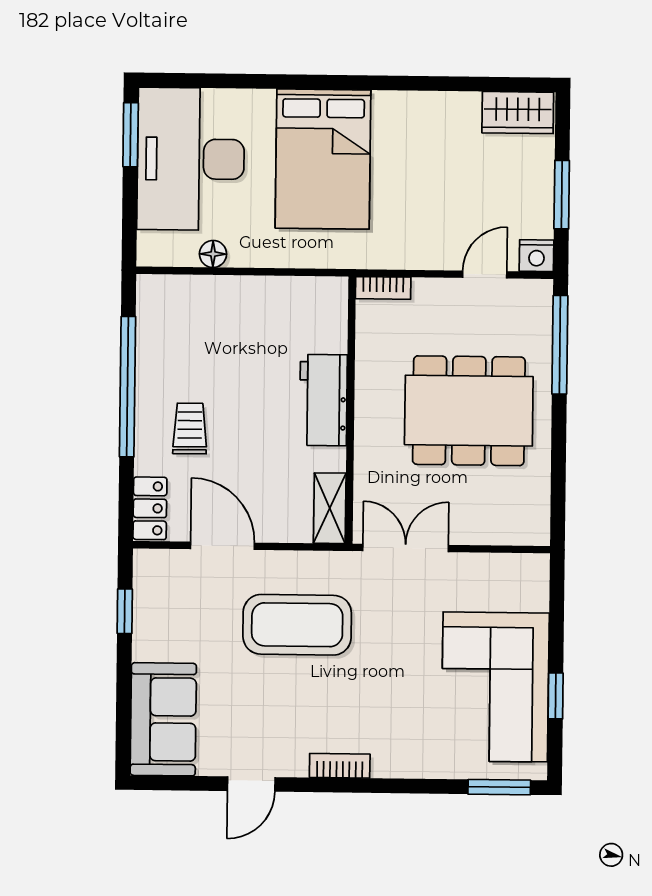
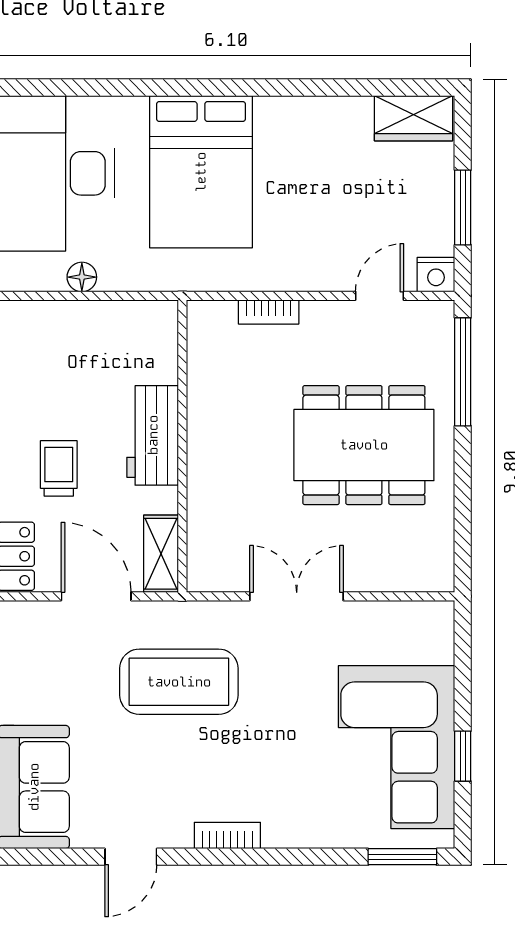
workbench: (323, 400) -> (153, 435), moved
wall: (350, 410) -> (182, 446), moved
shelving: (330, 508) -> (161, 554), moved

